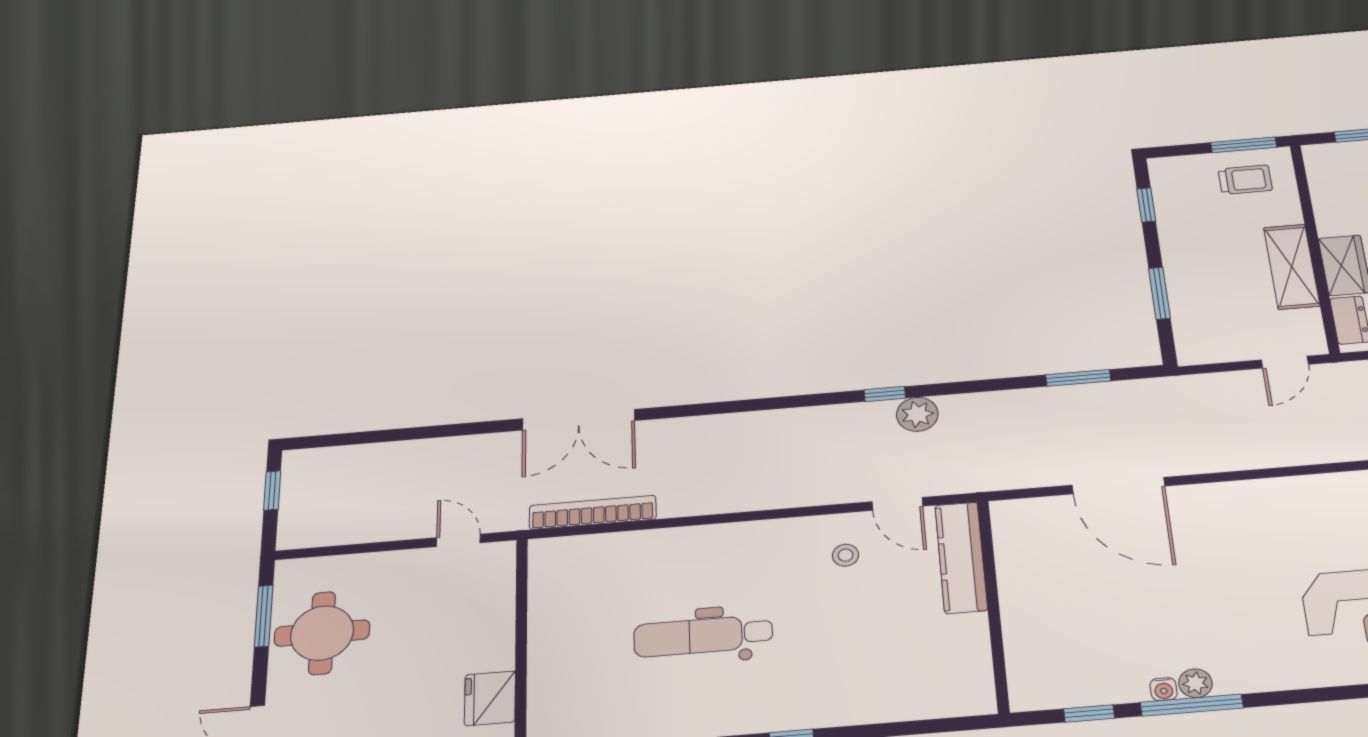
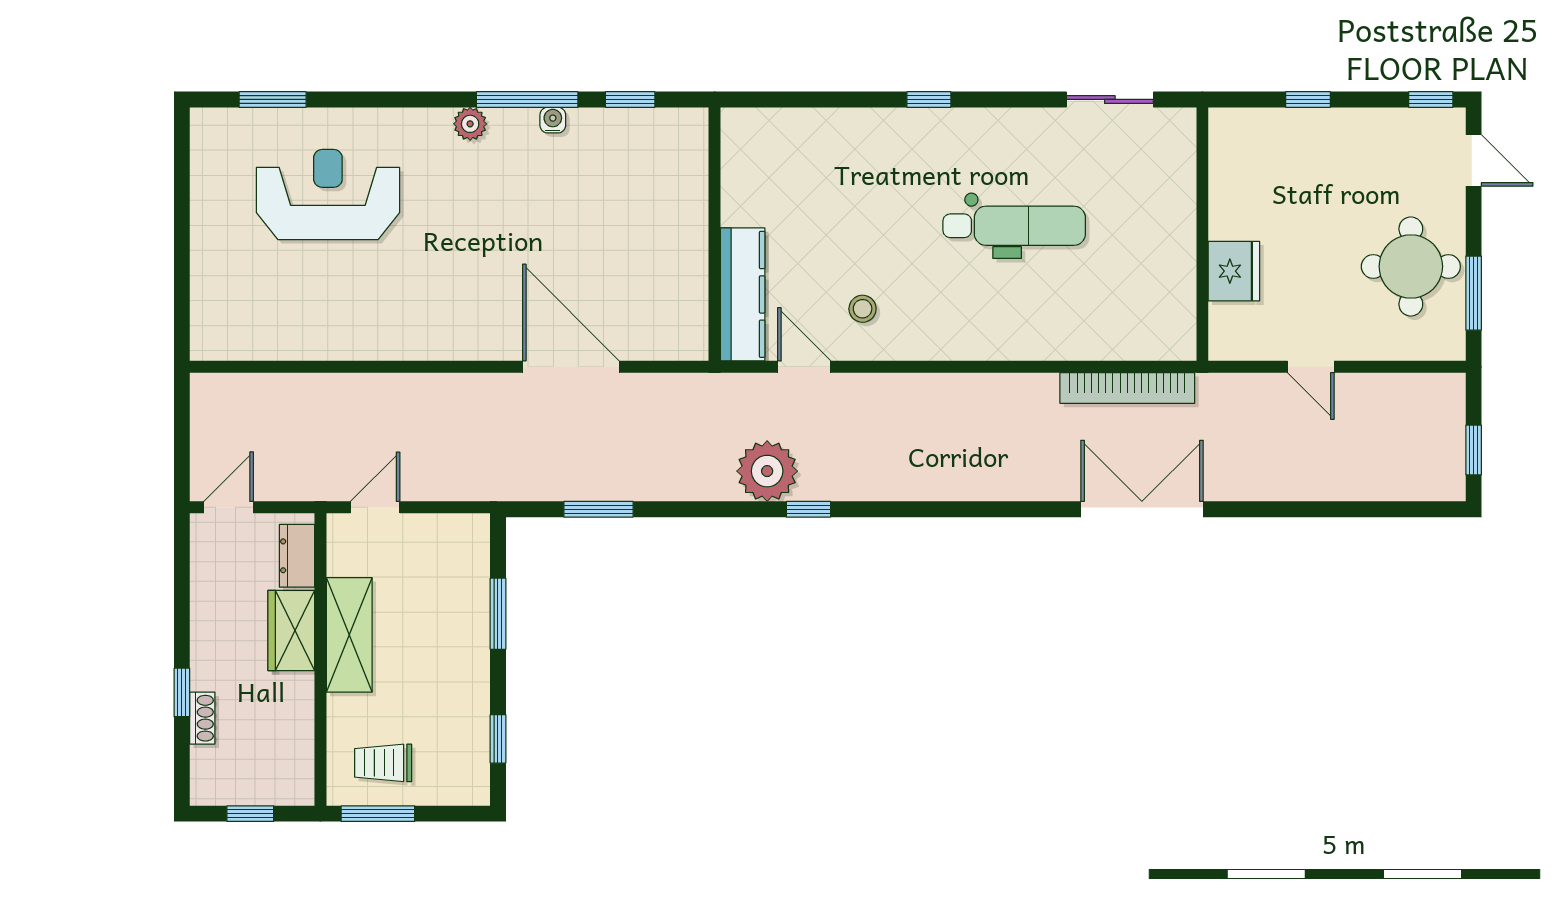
plant: (917, 414) -> (767, 471), width x1.36, depth x1.36
door: (458, 540) -> (1311, 367), moved
plant: (1195, 683) -> (470, 124), moved
fridge: (490, 698) -> (1234, 271), moved

